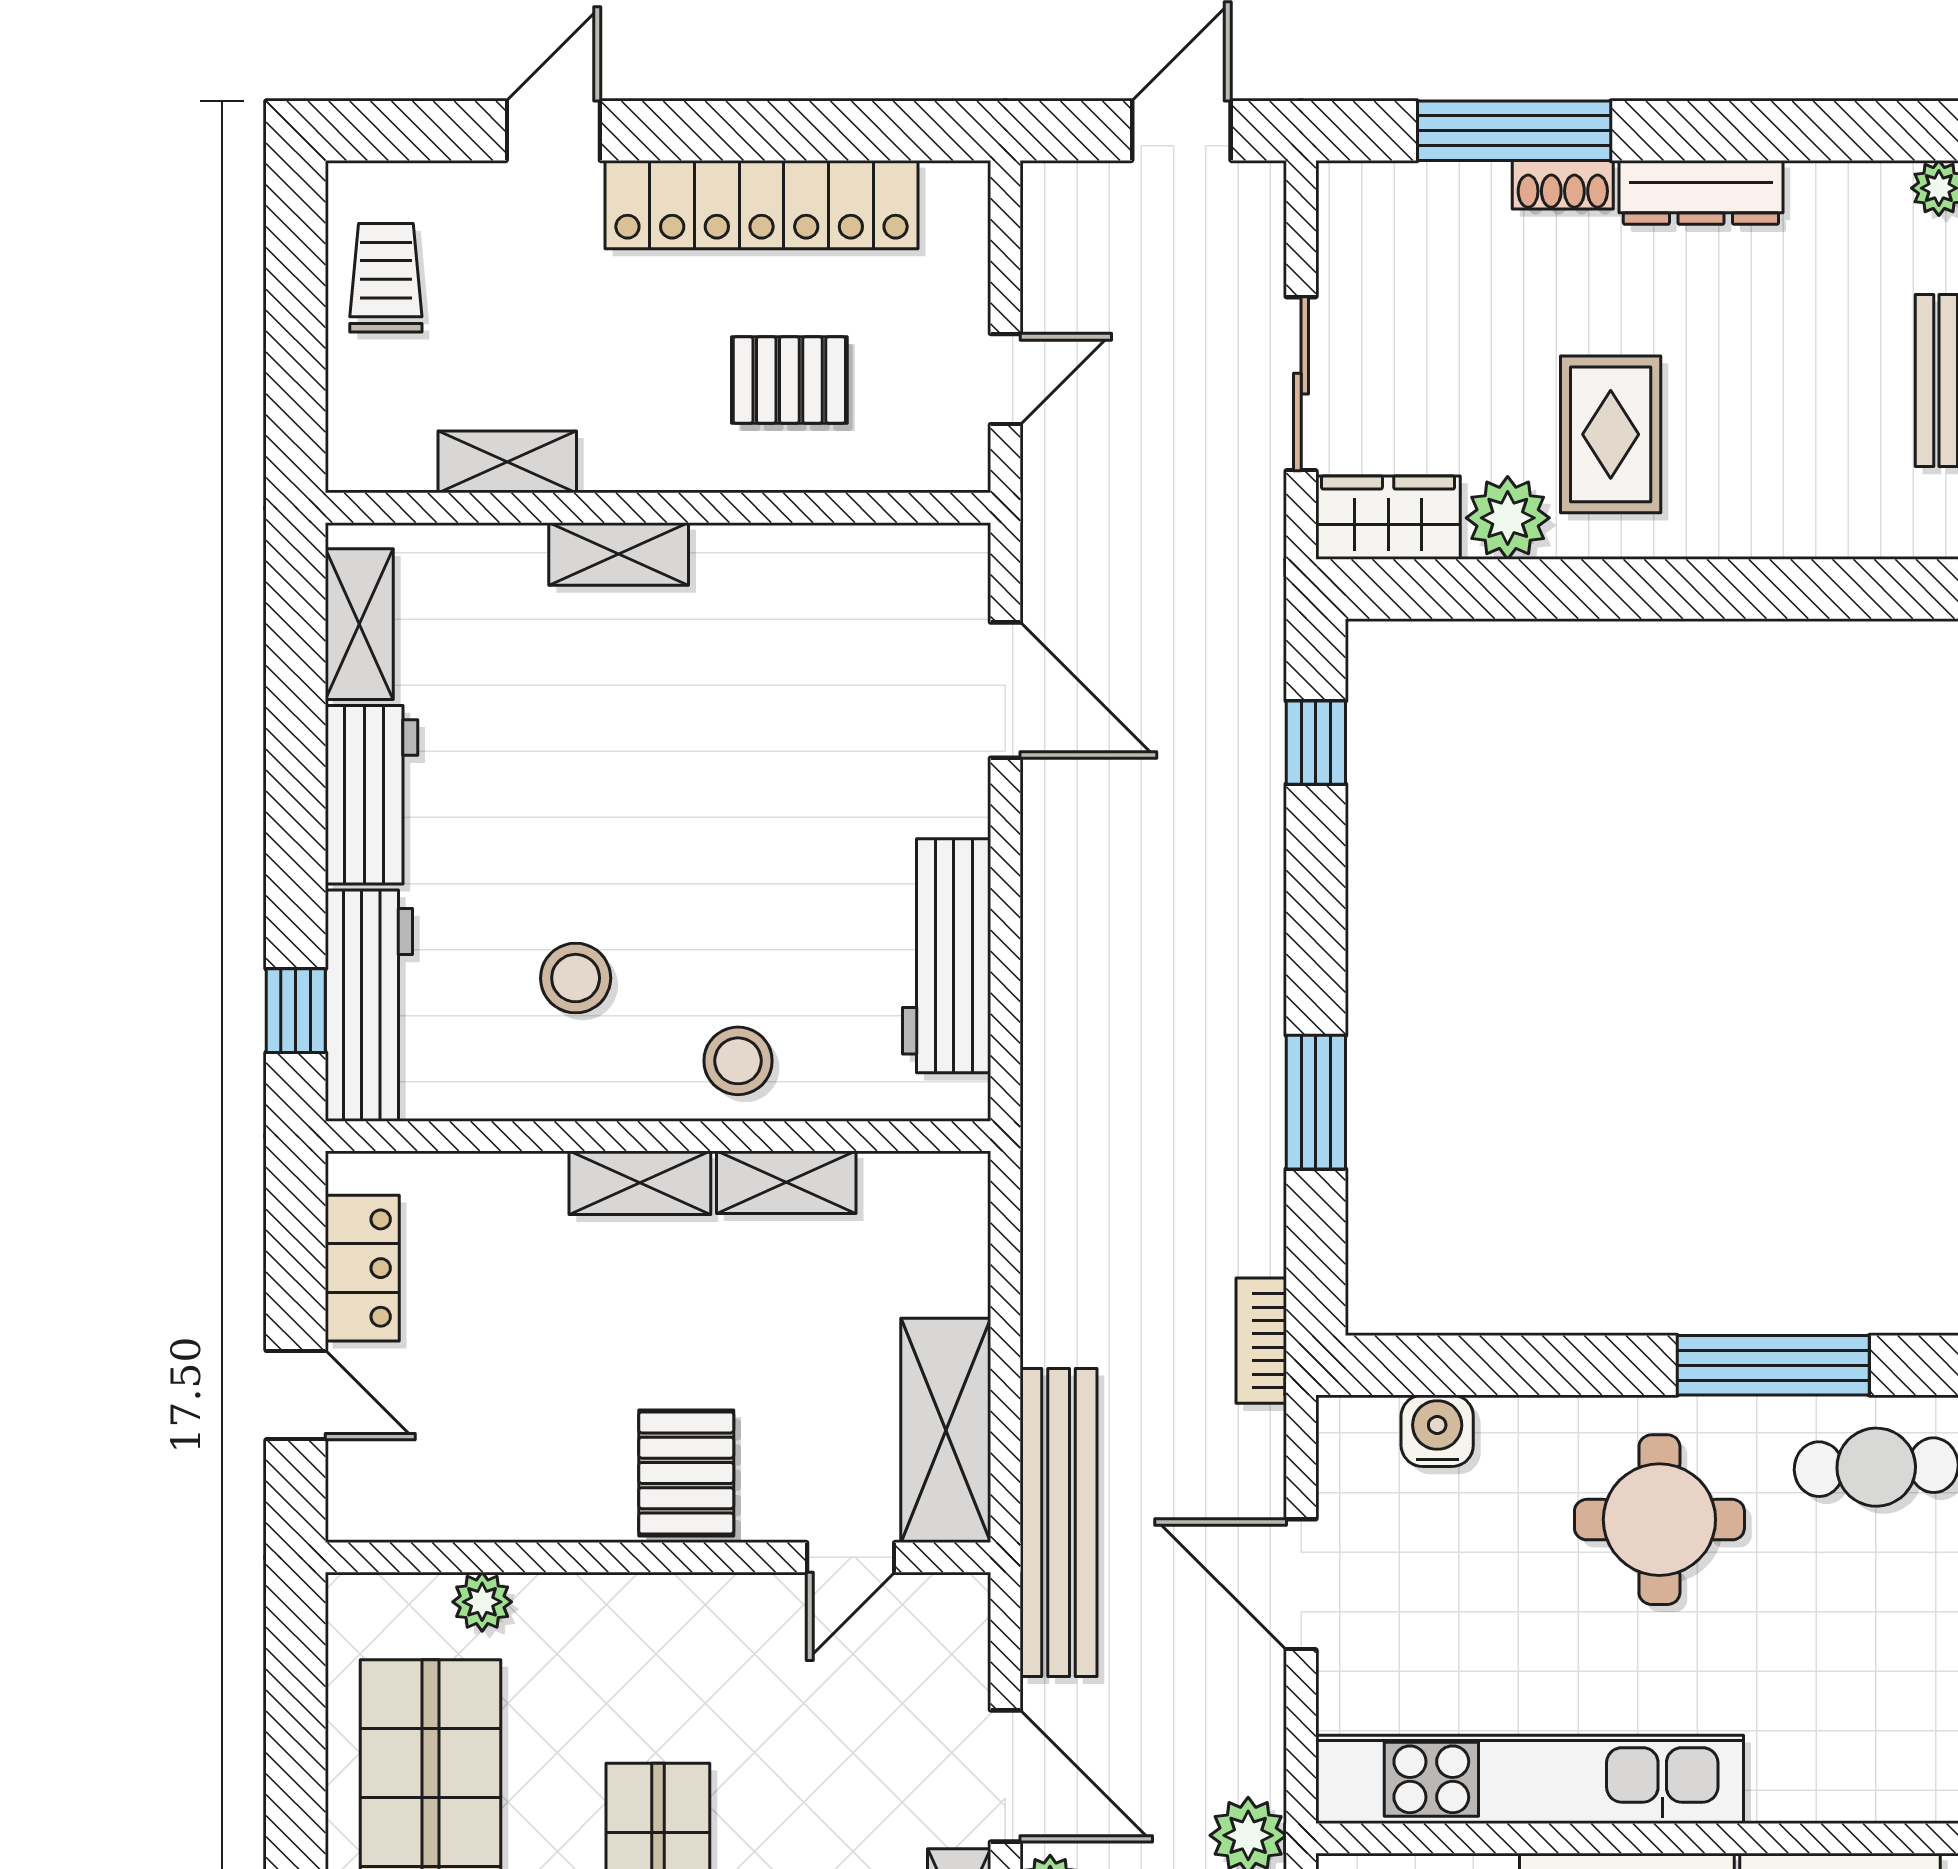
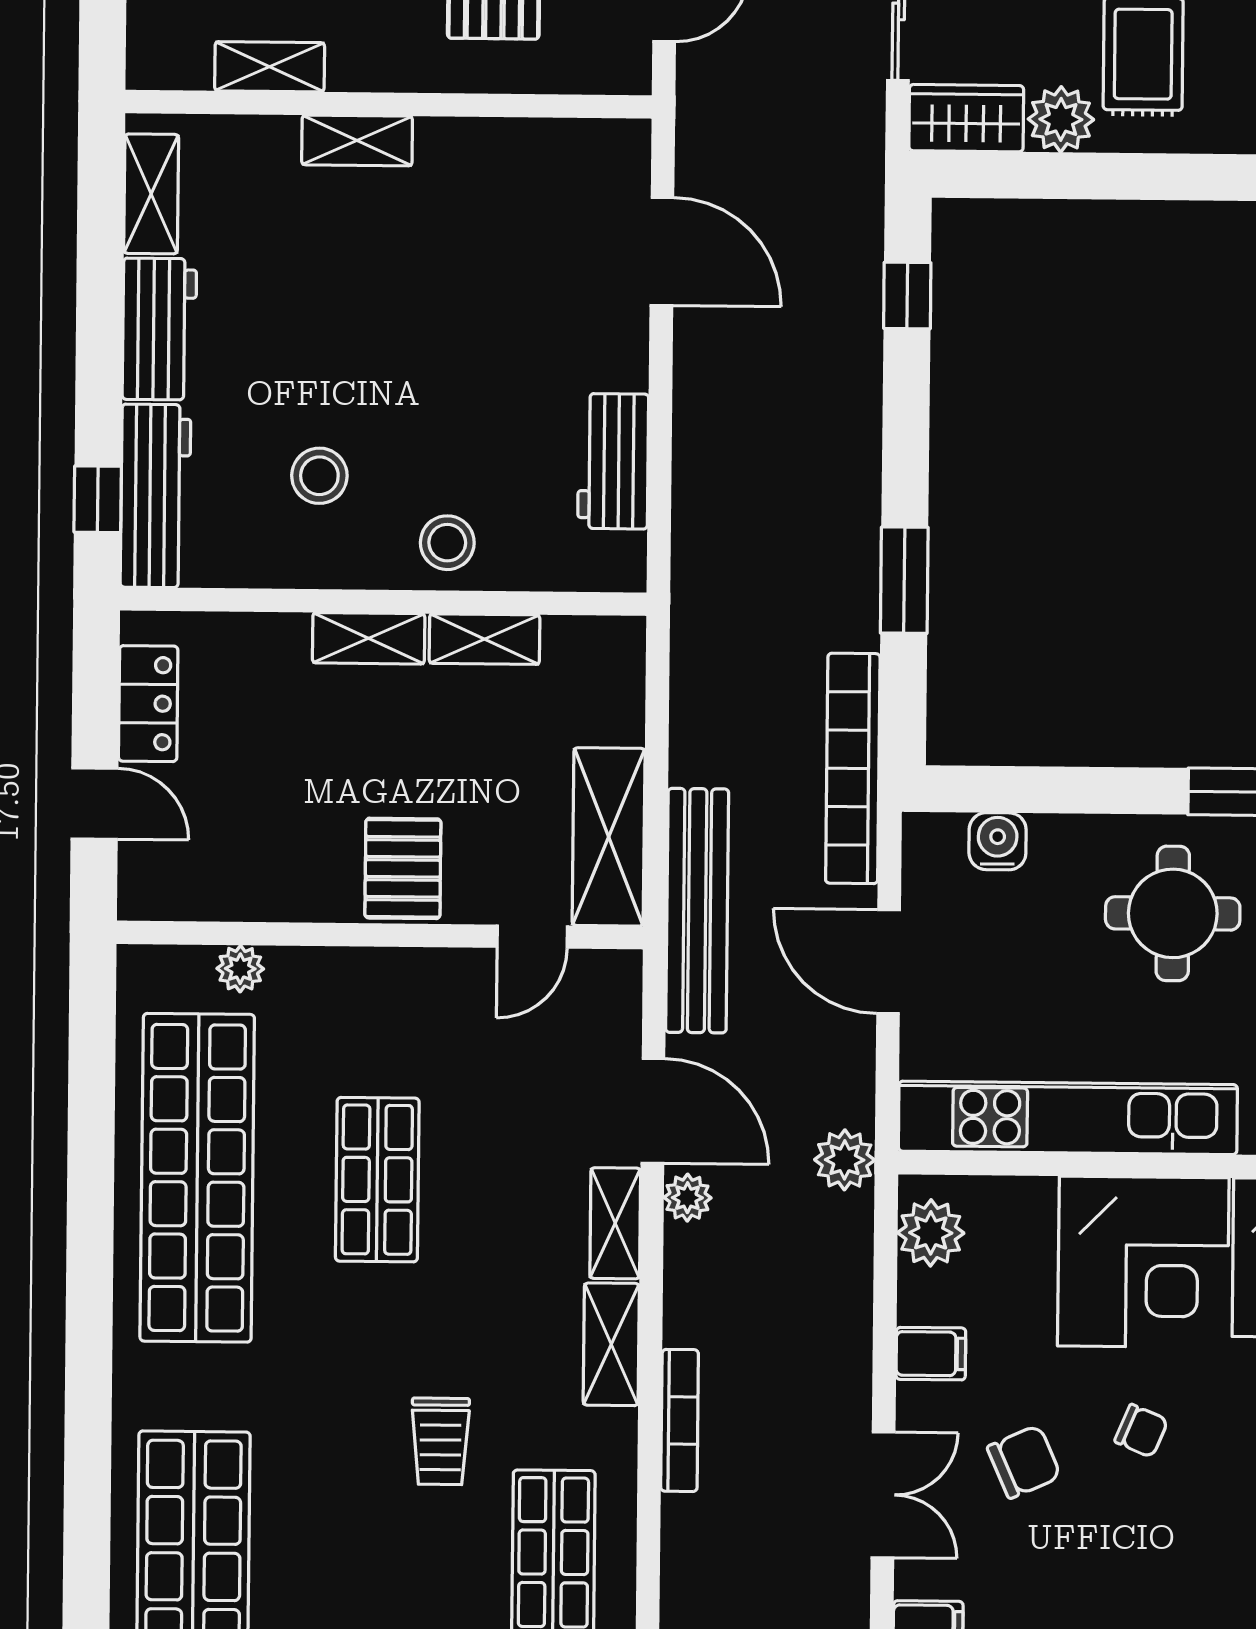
workbench: (947, 956) -> (613, 461), width x0.73
bookcase: (1261, 1341) -> (853, 768), width x2.31, depth x1.31

